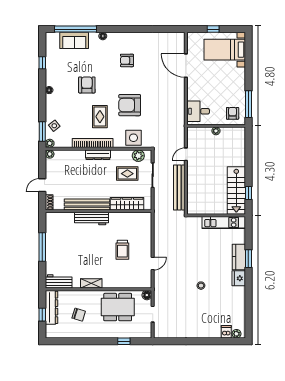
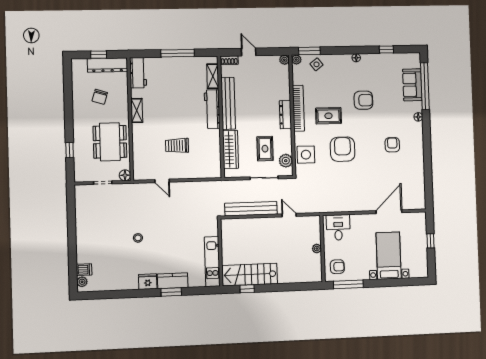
bed with nightstands: (225, 50) -> (389, 256), moved
shelving: (63, 217) -> (213, 76), added

